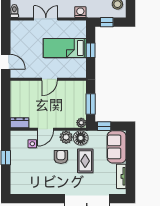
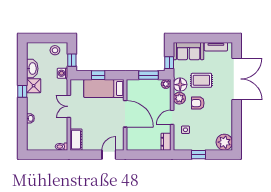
washing machine: (80, 12) -> (62, 73), moved
double door: (46, 19) -> (69, 106), moved
cot: (22, 27) -> (76, 140), added
bed: (65, 48) -> (104, 88), moved, turned 90
door: (49, 79) -> (125, 114), width x1.88
door: (46, 129) -> (172, 117), swing flipped
plant: (19, 185) -> (224, 142), added

